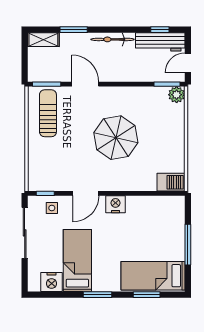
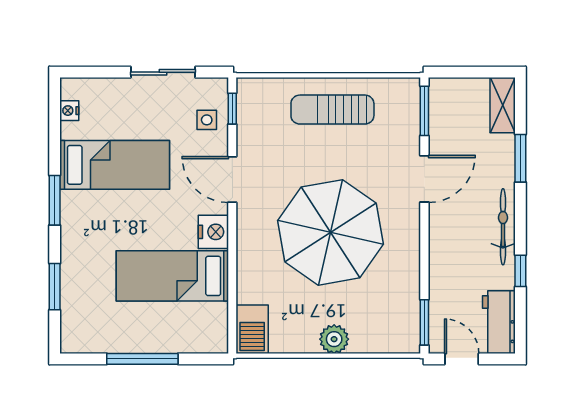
window: (160, 30) -> (520, 271), moved
workbench: (160, 42) -> (499, 322), width x0.73
plant: (177, 95) -> (334, 339), moved
sun lounger: (48, 113) -> (332, 110), moved, turned 180
parasol: (116, 138) -> (330, 232), width x1.36, depth x1.36
sliding door: (25, 233) -> (163, 72), width x0.73
bed: (153, 276) -> (172, 276), moved, turned -90
nightstand: (51, 282) -> (69, 111), width x0.53, depth x0.56

